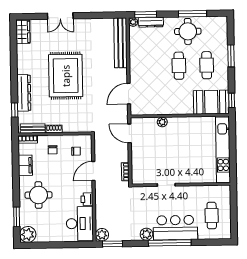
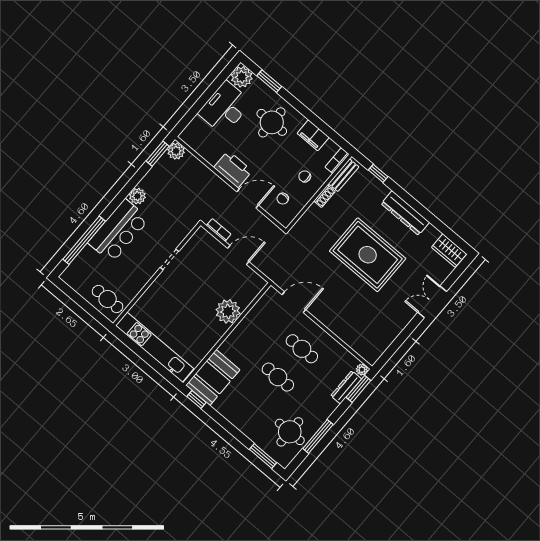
round table: (188, 31) -> (290, 432), moved
bench: (120, 43) -> (352, 339), removed
window: (231, 56) -> (263, 456), moved
cafe table: (207, 65) -> (302, 349), moved
dresser: (24, 93) -> (405, 213), moved
door: (129, 94) -> (294, 302), hinge flipped
plant: (162, 122) -> (228, 311), width x1.88, depth x1.88
door: (129, 133) -> (238, 255), moved
door: (93, 171) -> (248, 199), hinge flipped
printer: (87, 199) -> (233, 169), width x1.87, depth x1.48
cafe table: (212, 215) -> (108, 299), moved
desk: (80, 224) -> (225, 108), moved, turned 90
window: (170, 243) -> (84, 240), moved

